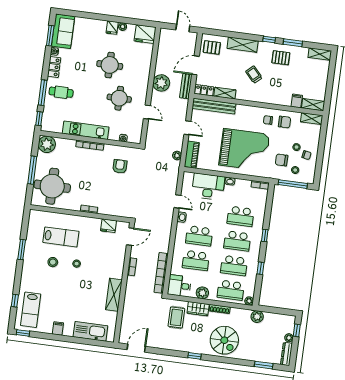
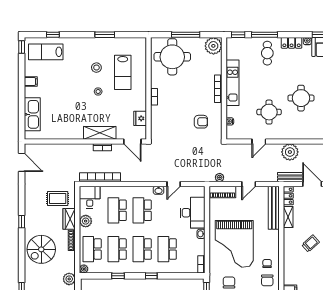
shelving: (114, 295) -> (100, 133), moved

